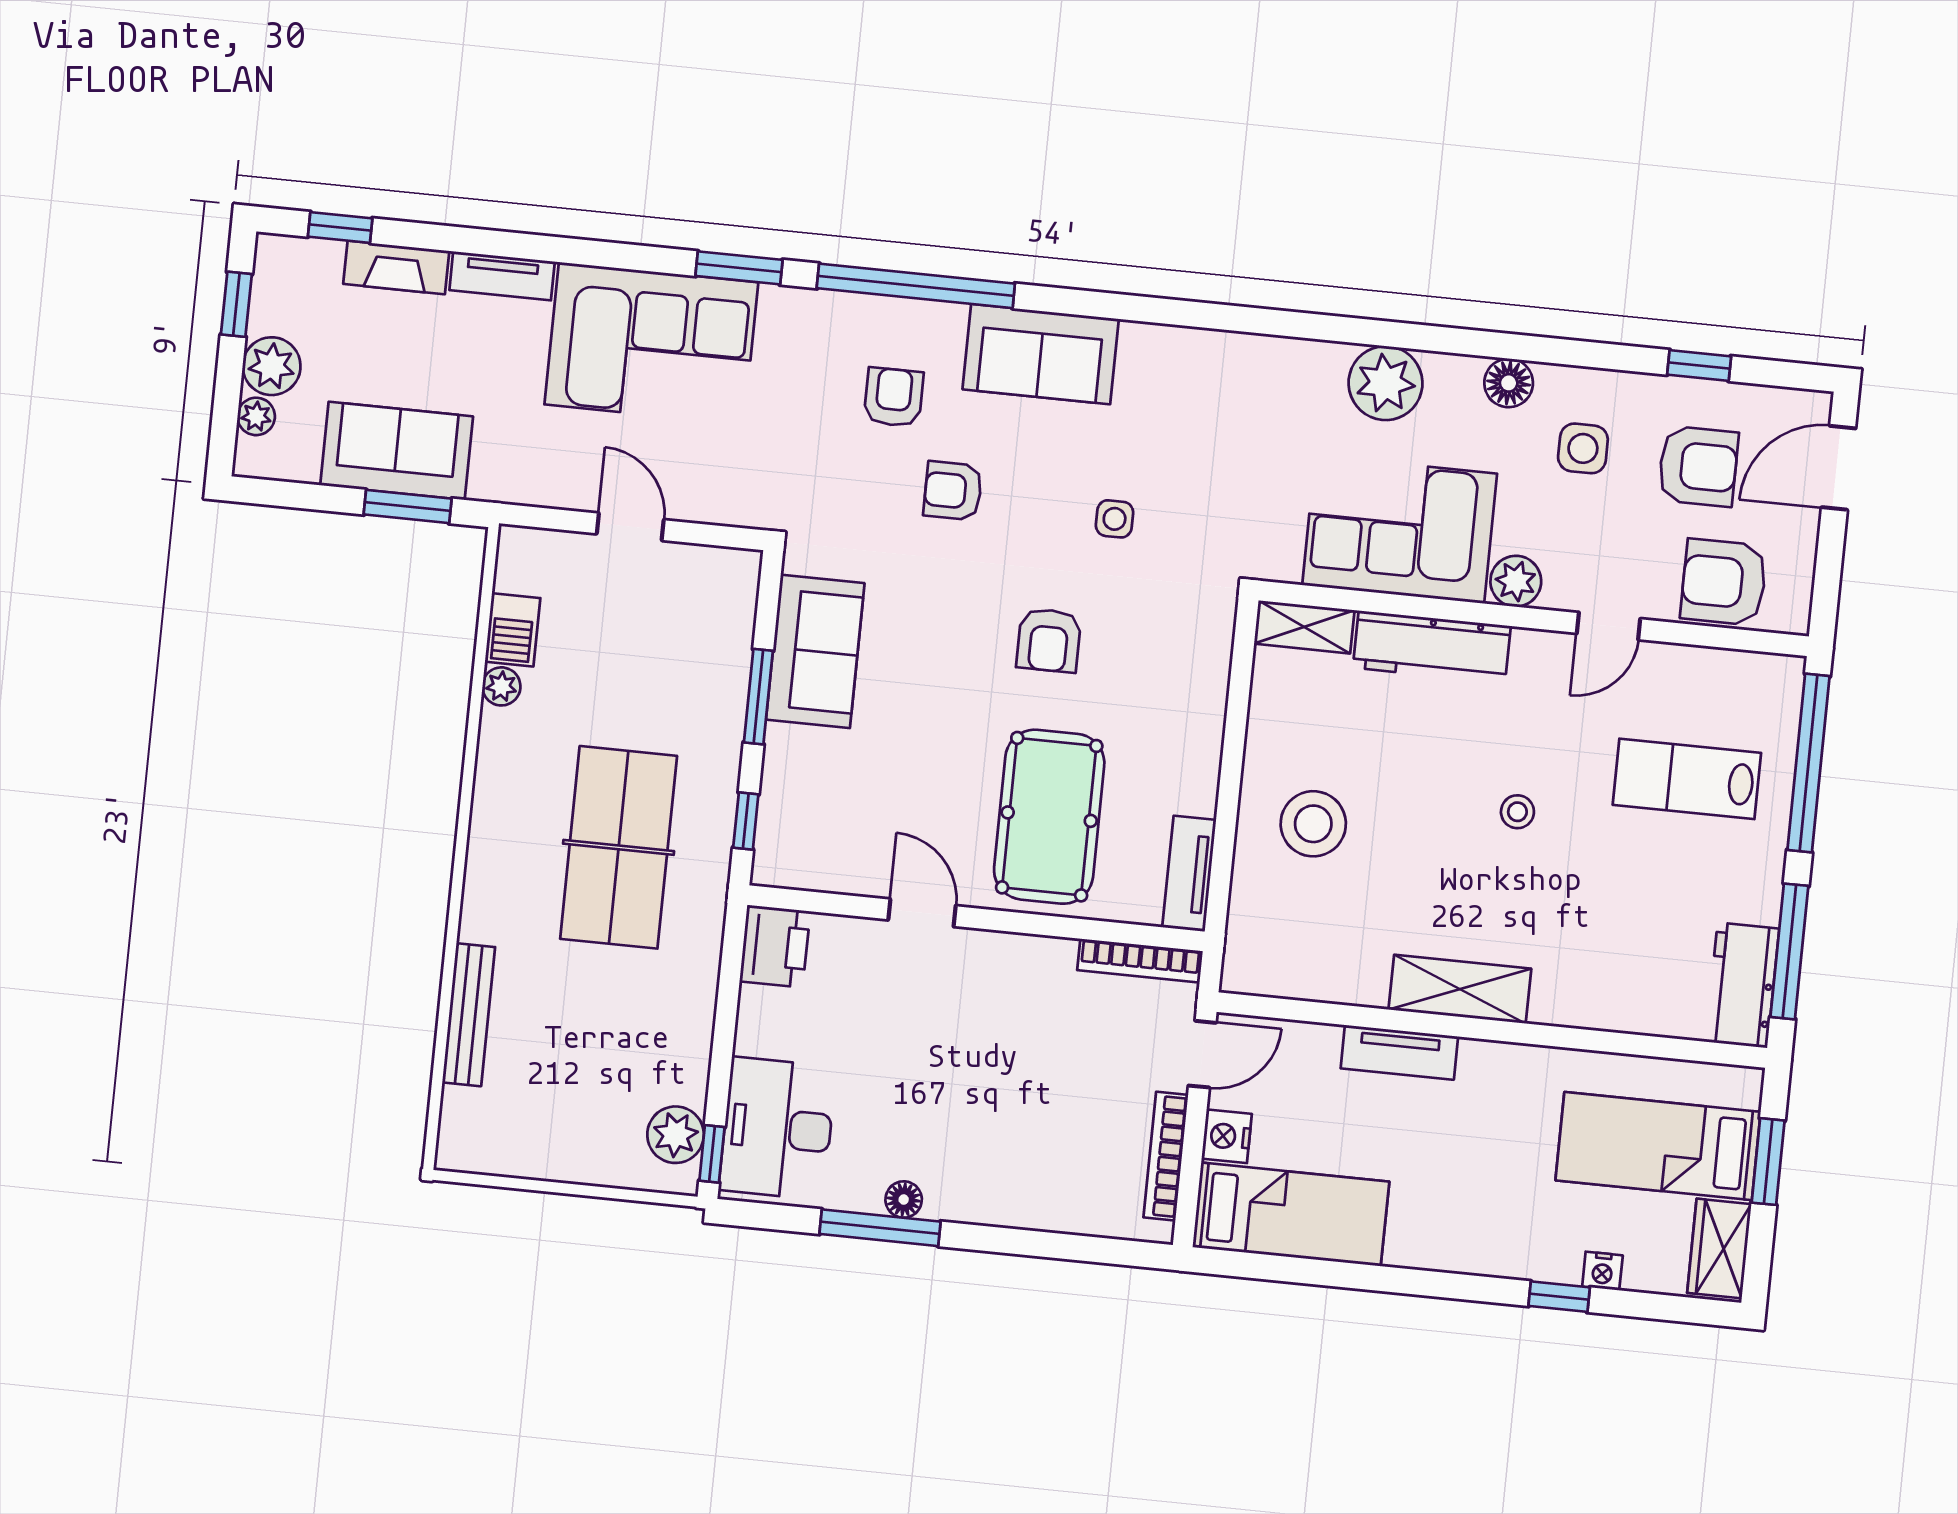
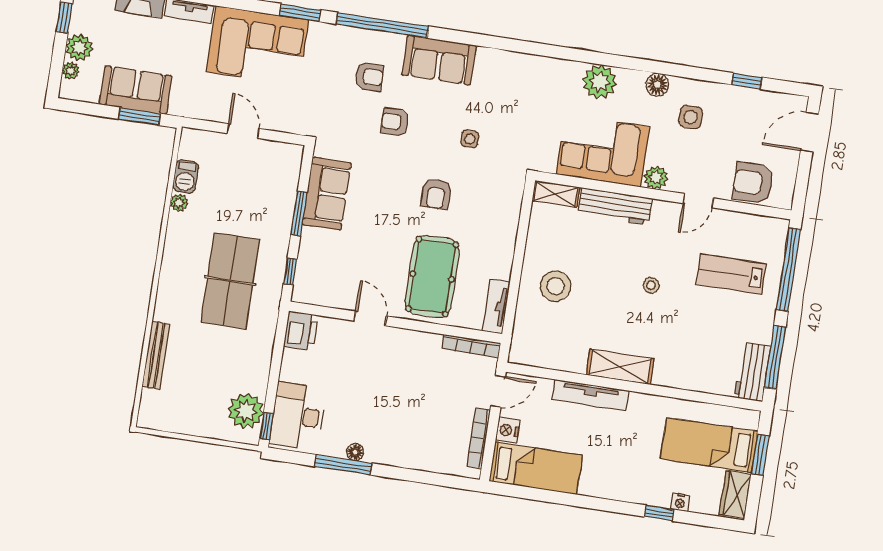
armchair: (894, 397) -> (369, 77), turned 90
armchair: (1698, 466) -> (744, 128), removed
tv unit: (1399, 1052) -> (590, 395), width x1.41
plant: (676, 1135) -> (246, 411), width x1.36, depth x1.36

